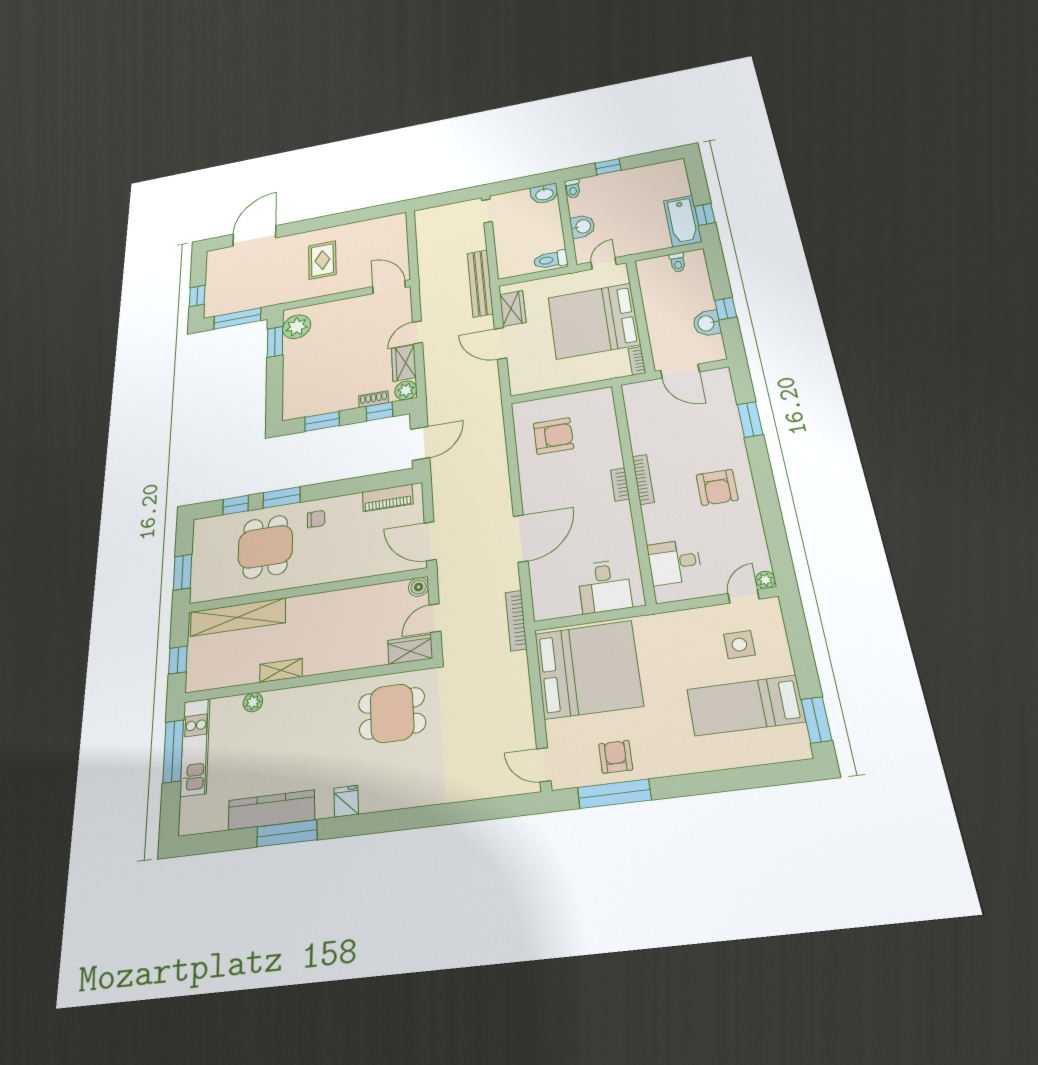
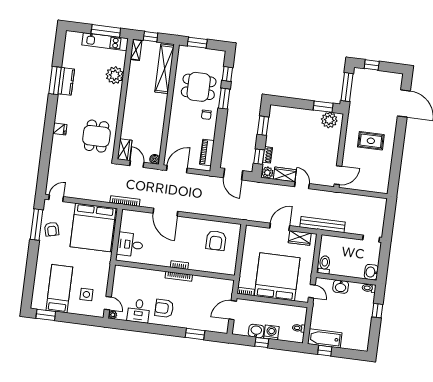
washing machine: (701, 300) -> (271, 332), added
desk: (674, 562) -> (139, 311), moved, turned 180
shelving: (281, 670) -> (136, 50), moved
plant: (253, 702) -> (115, 75), width x1.87, depth x1.87
armchair: (616, 757) -> (52, 229), turned 76
fridge: (346, 801) -> (60, 129), moved
kitchen counter: (271, 810) -> (66, 81), width x0.67

